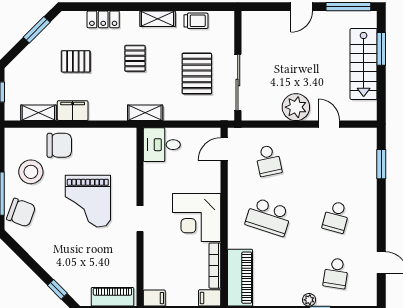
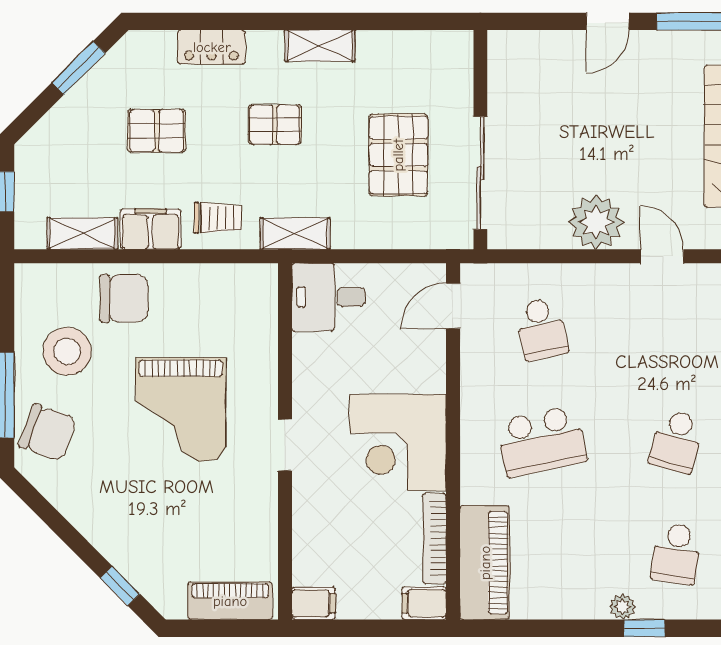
trolley: (196, 21) -> (218, 218), moved
pallet: (135, 58) -> (275, 125), turned 90
school desk: (269, 217) -> (542, 441), turned -30

